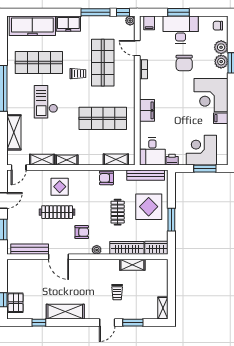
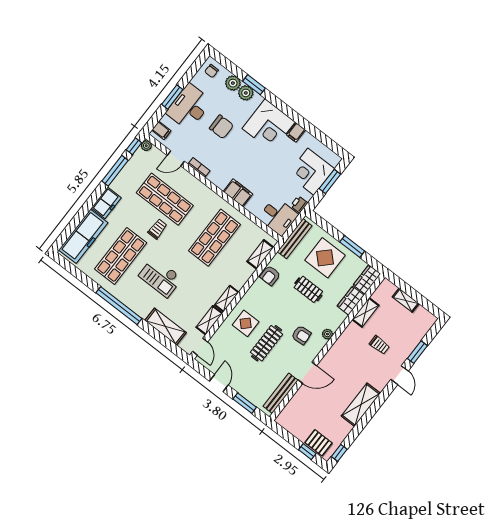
armchair: (82, 232) -> (301, 335), turned 85
wardrobe: (127, 248) -> (351, 301), width x0.67
shelving: (163, 308) -> (406, 300), moved
window: (39, 323) -> (339, 453), moved

